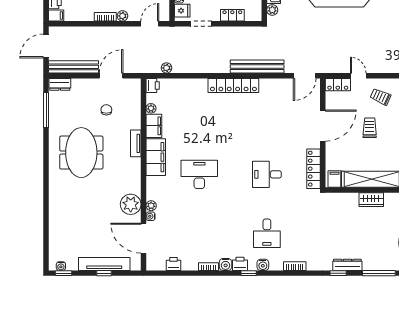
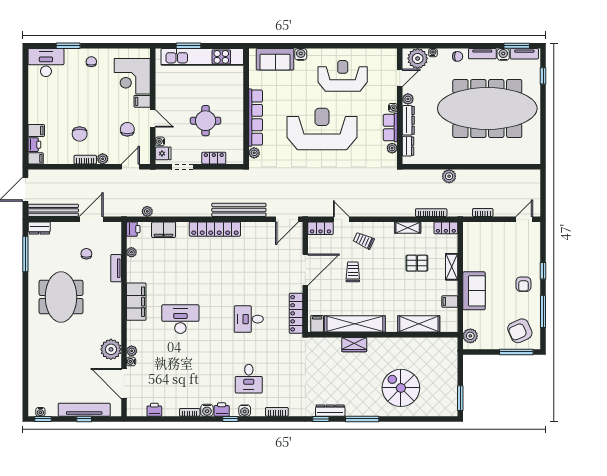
filing cabinet: (154, 126) -> (164, 230), moved, turned 90
tv unit: (136, 143) -> (116, 268), moved

